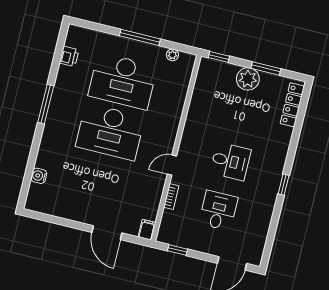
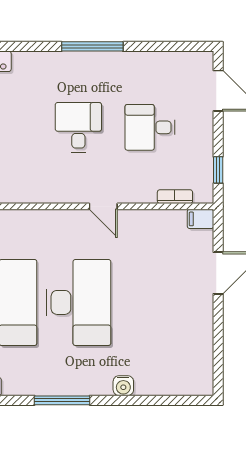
water cooler: (39, 176) -> (123, 386), moved
window: (284, 185) -> (92, 46), width x2.17
bookcase: (171, 197) -> (175, 197), moved

